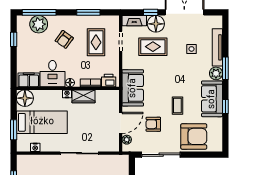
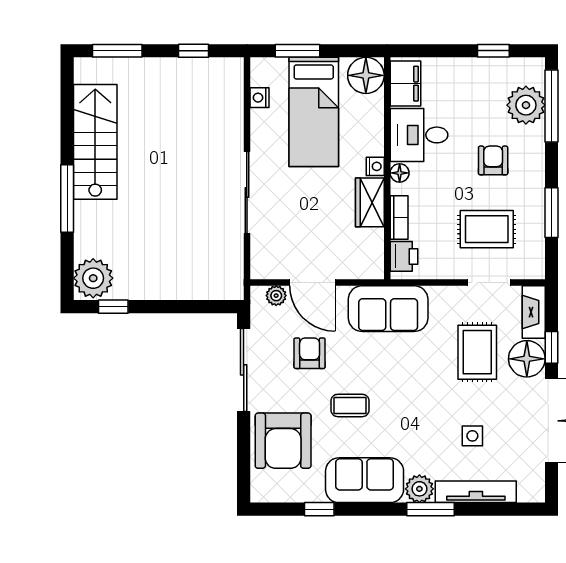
armchair: (64, 39) -> (493, 160), turned 54
window: (225, 107) -> (319, 509), moved

